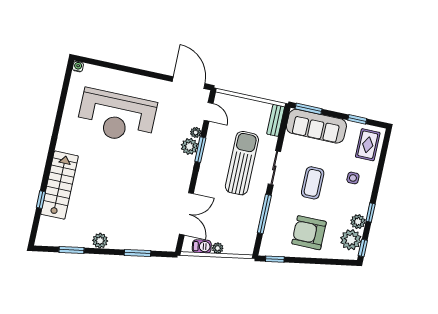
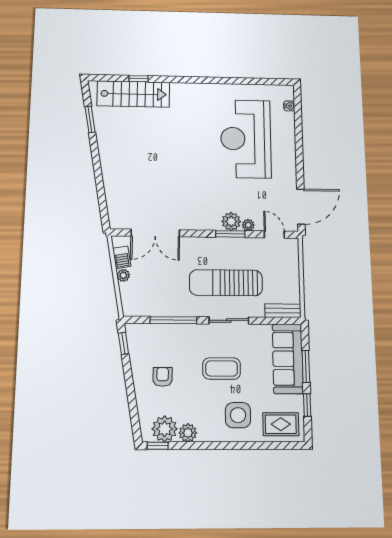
water cooler: (78, 67) -> (289, 106), moved
window: (308, 109) -> (306, 366), moved
door: (209, 112) -> (274, 234), swing flipped
sun lounger: (242, 163) -> (226, 283), turned 180
side table: (353, 178) -> (238, 415), width x1.87, depth x1.87
stairs: (60, 185) -> (133, 94), moved
window: (371, 213) -> (202, 446), removed
armchair: (309, 233) -> (163, 377), width x0.53, depth x0.53
plant: (100, 241) -> (106, 147), removed
window: (138, 253) -> (100, 189), removed

